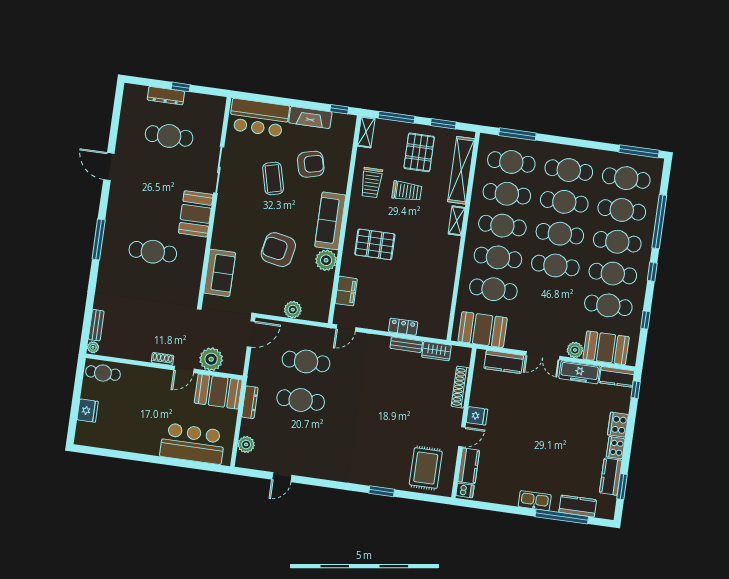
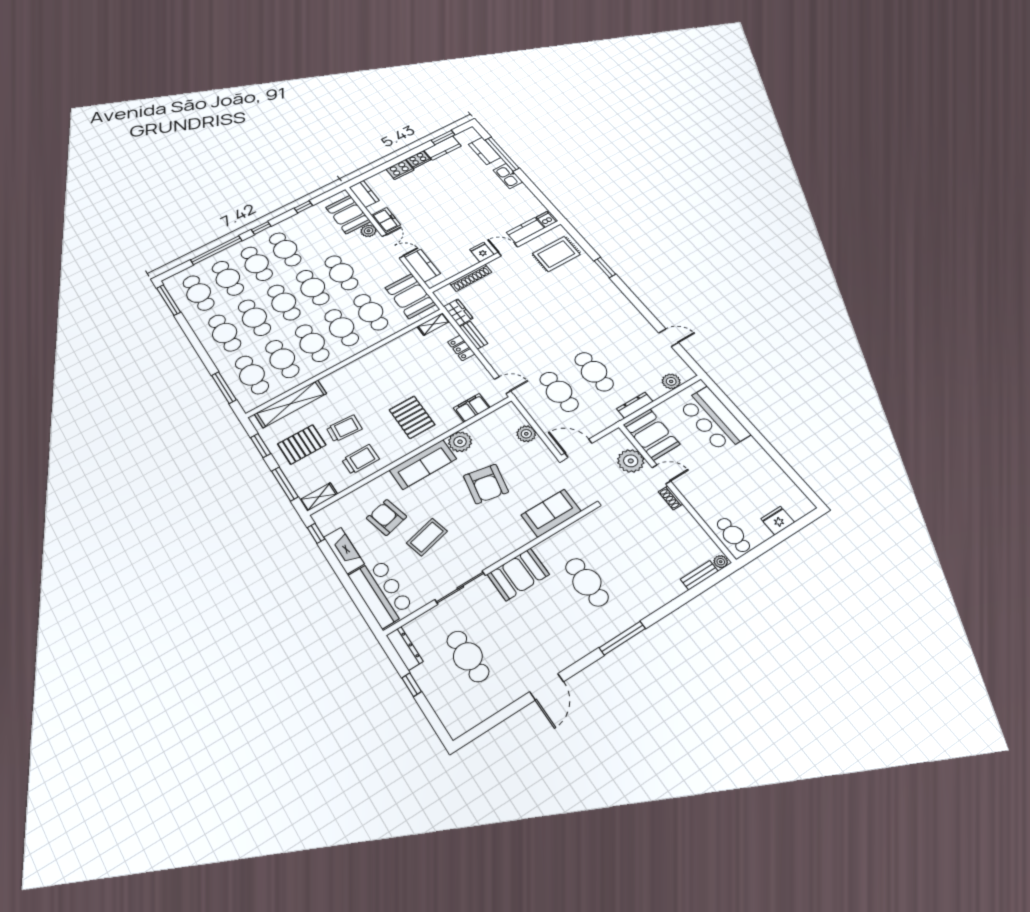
dresser: (166, 96) -> (404, 648), moved
trolley: (407, 191) -> (344, 428), turned 94
shelving: (457, 221) -> (433, 324), moved
cafe table: (608, 305) -> (341, 273), moved
freezer: (579, 372) -> (386, 220), width x0.71
window: (636, 390) -> (363, 177), removed

